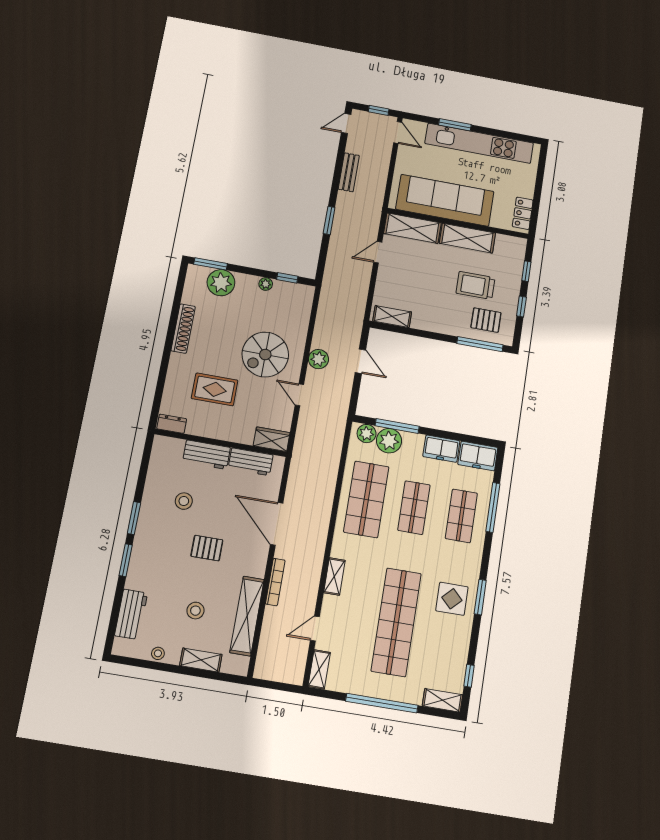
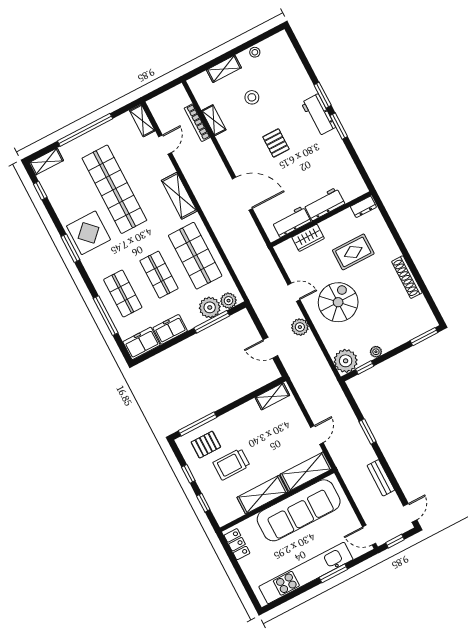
plant: (221, 283) -> (346, 361), moved
trolley: (475, 285) -> (231, 464), turned 180
wardrobe: (272, 439) -> (308, 238), moved
stool: (184, 501) -> (315, 162), removed
pallet: (207, 548) -> (276, 143), turned 90
shelving: (334, 576) -> (179, 196), width x1.50, depth x1.33
bookcase: (275, 582) -> (197, 123), moved
display table: (452, 599) -> (88, 233), width x1.36, depth x1.36
workbench: (131, 614) -> (318, 115), moved
shelving: (247, 616) -> (214, 120), width x0.45, depth x0.75

